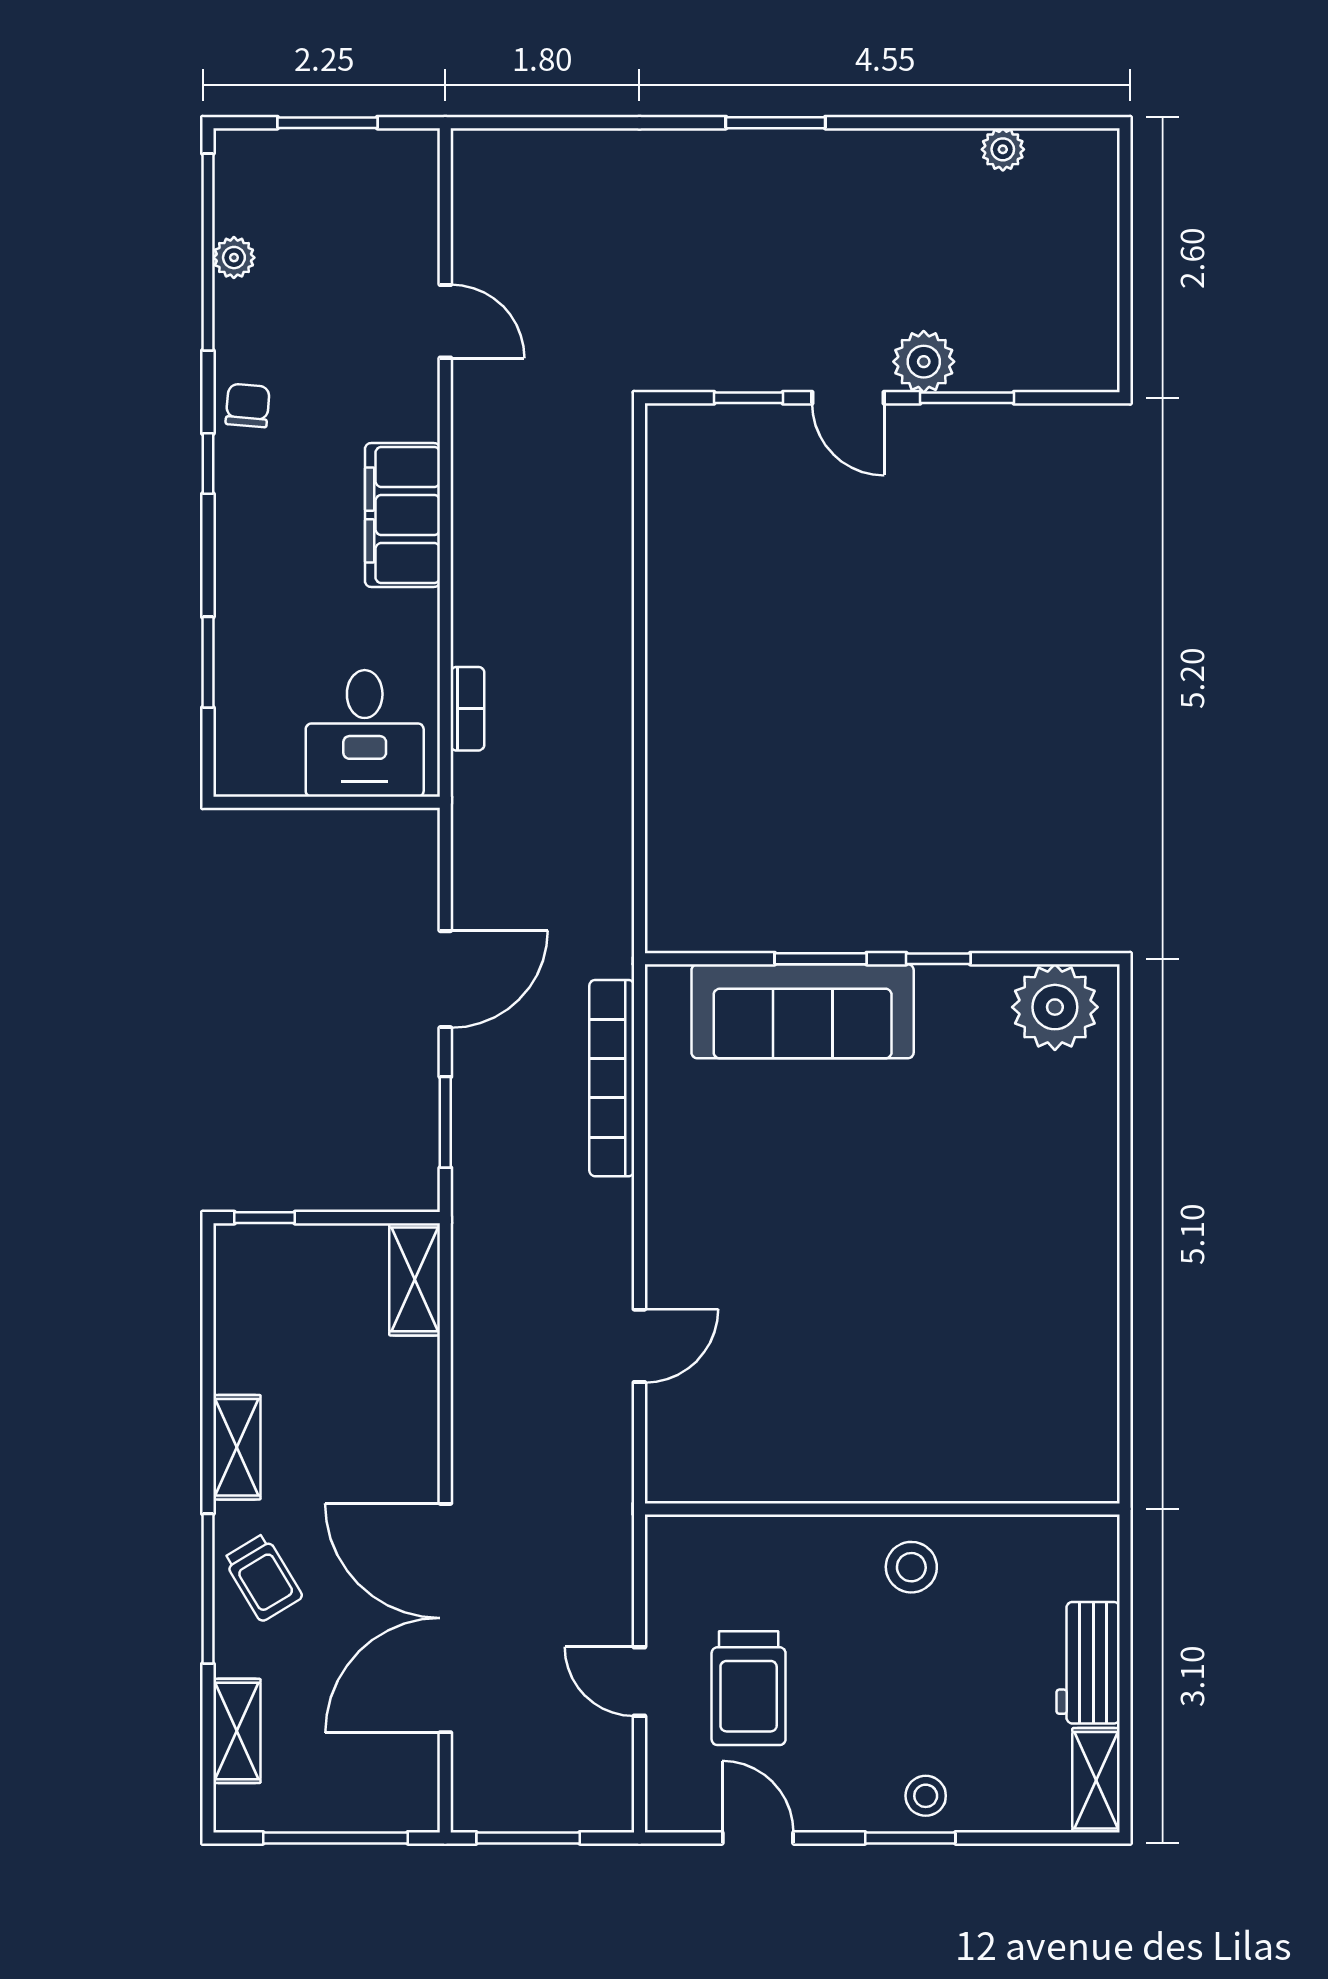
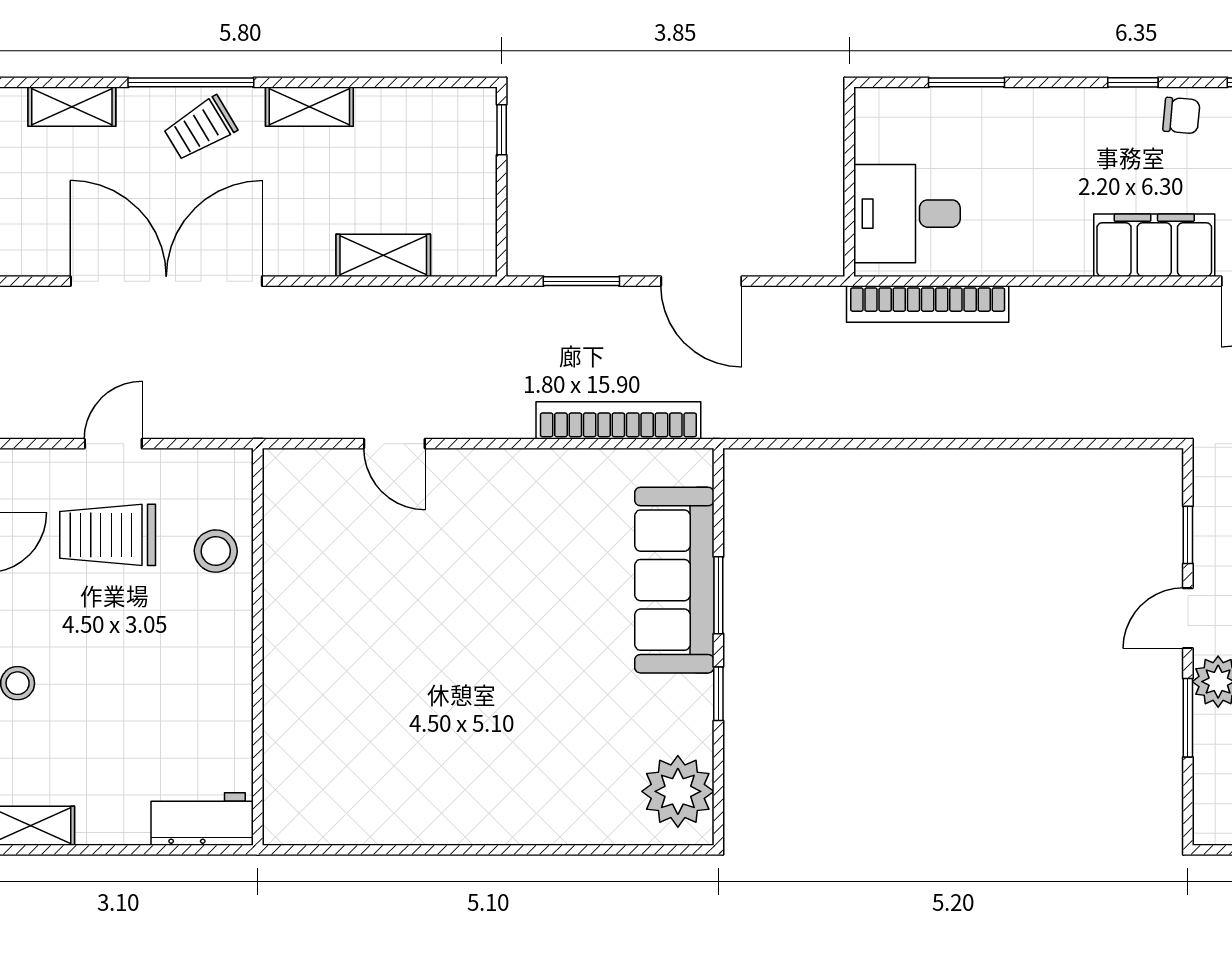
filing cabinet: (403, 515) -> (1154, 245), moved
bookcase: (467, 709) -> (928, 304), width x2.31, depth x1.31
shelving: (415, 1279) -> (383, 255), moved
stool: (911, 1567) -> (216, 551), moved
workbench: (1088, 1663) -> (202, 819), moved

